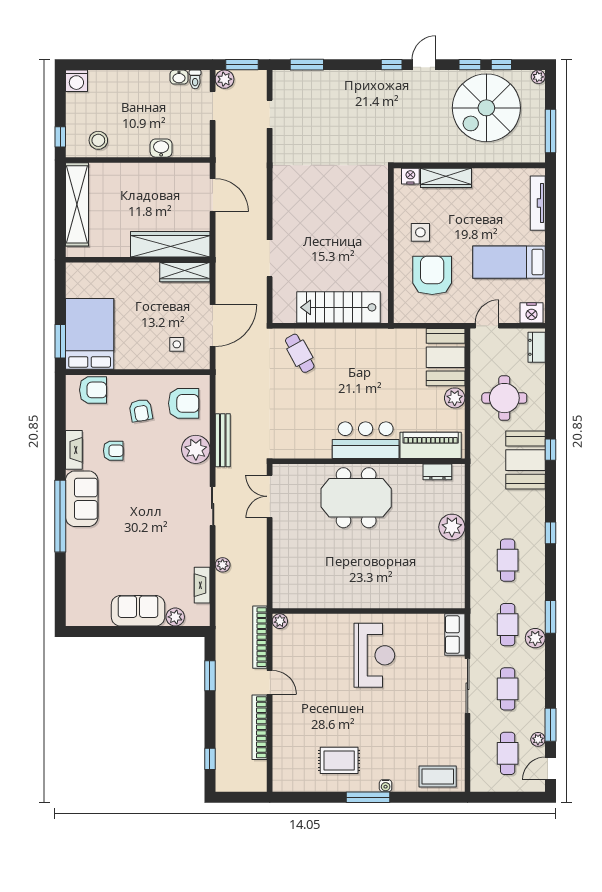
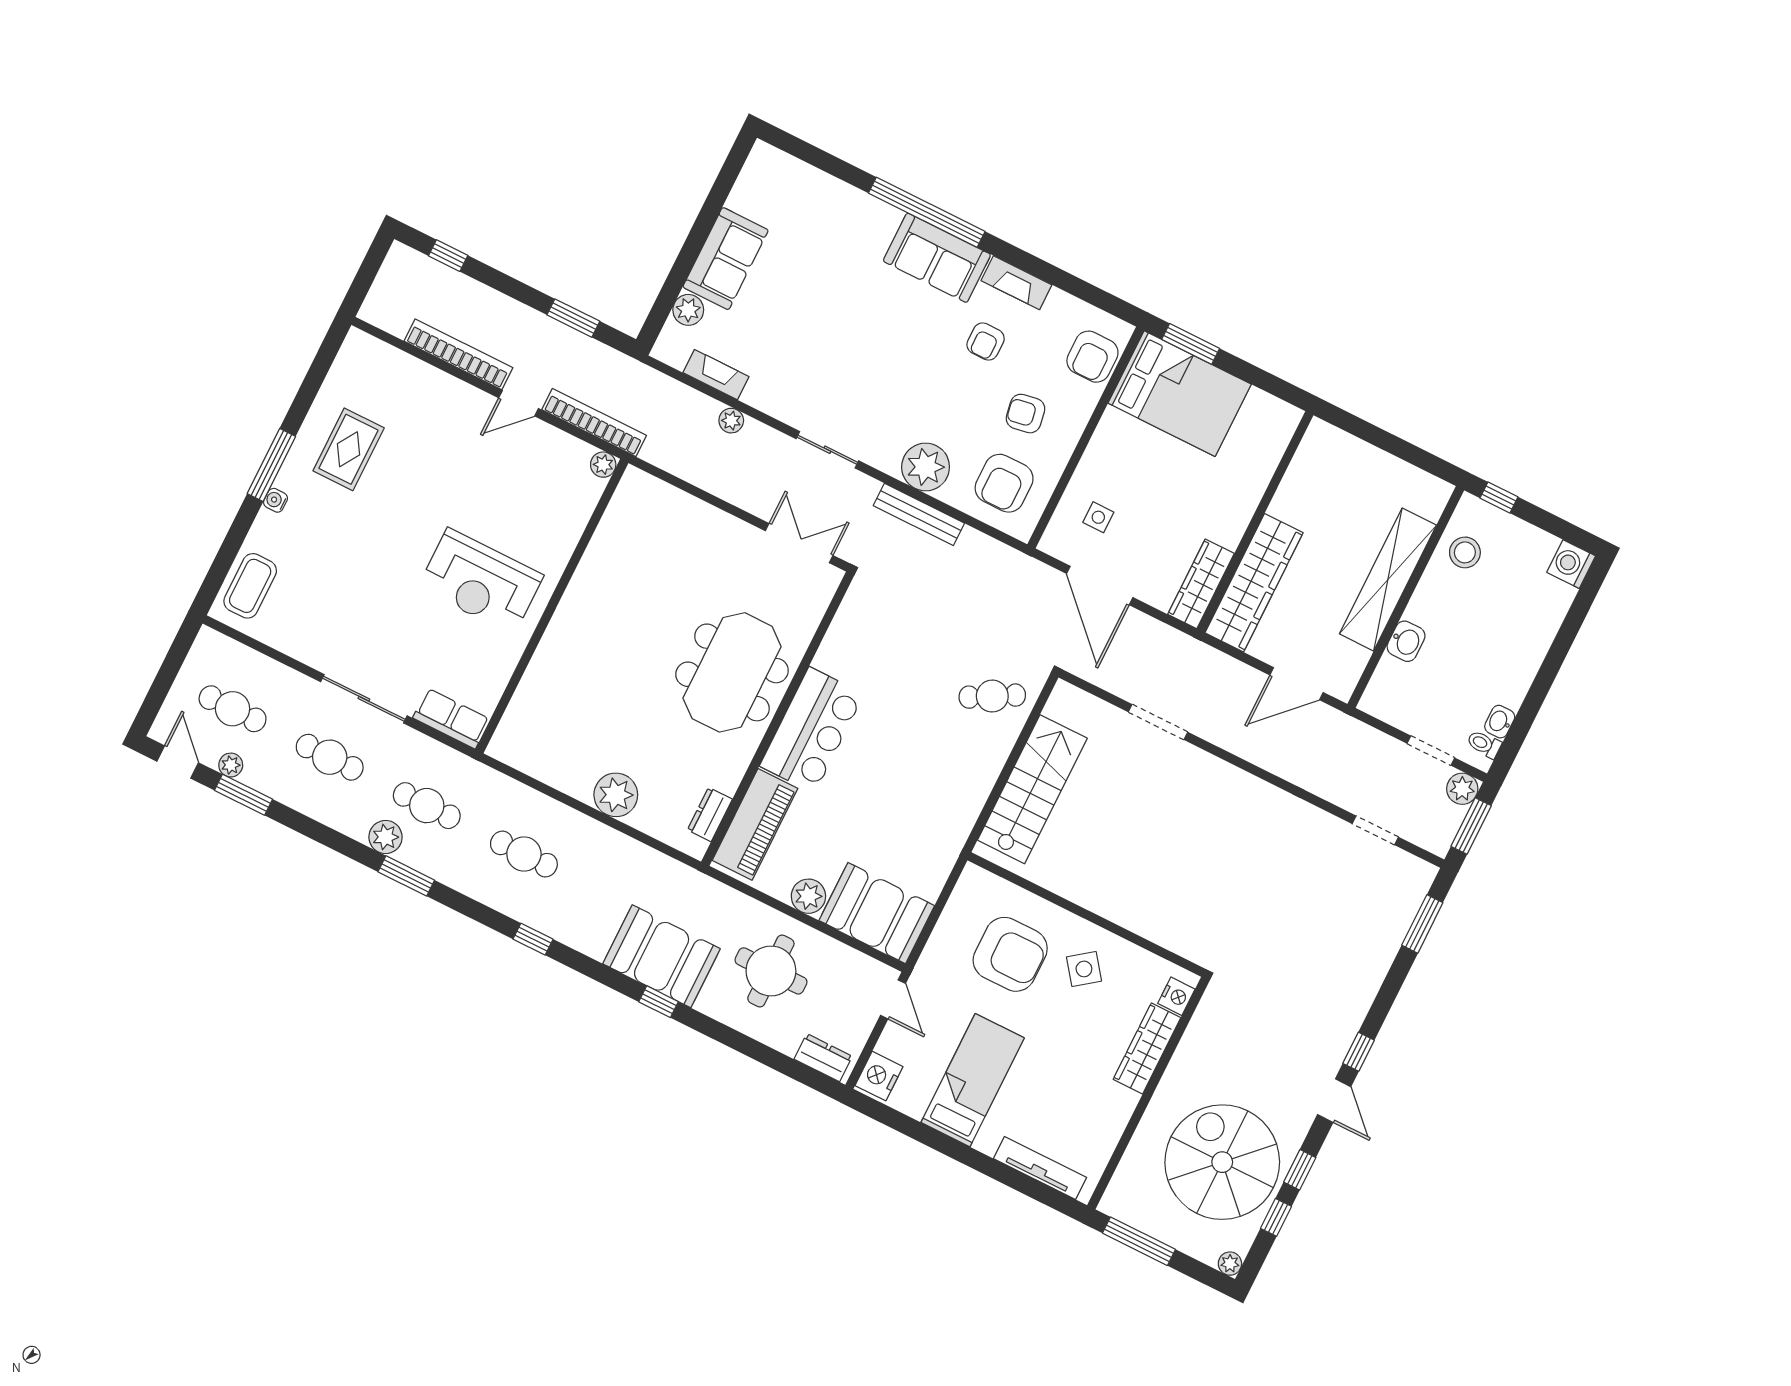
shelving: (77, 204) -> (1388, 579), moved, turned 90
side table: (420, 232) -> (1084, 969), turned -37

